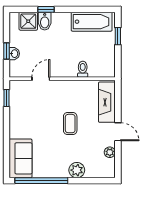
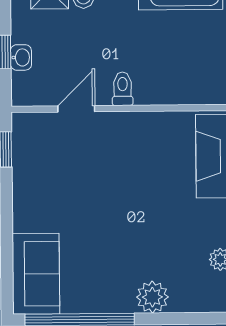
toilet: (83, 69) -> (123, 89), moved
coffee table: (70, 124) -> (138, 201), removed

